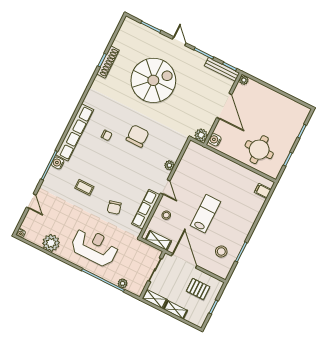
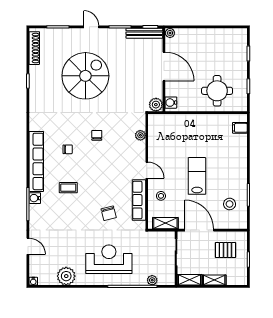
shoe rack: (108, 62) -> (34, 48), moved
chair: (138, 136) -> (97, 135), width x0.54, depth x0.54
plant: (169, 165) -> (140, 135), moved
coffee table: (84, 187) -> (68, 188), moved

